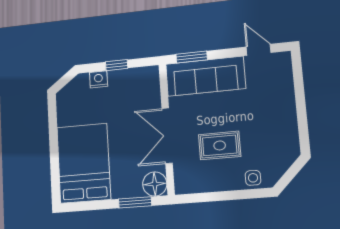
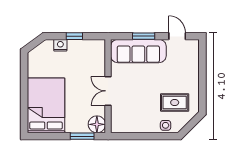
window: (192, 57) -> (144, 36), moved
double door: (167, 136) -> (108, 91), width x0.73
rug: (220, 145) -> (175, 102), moved

